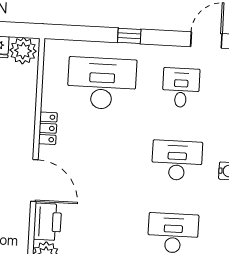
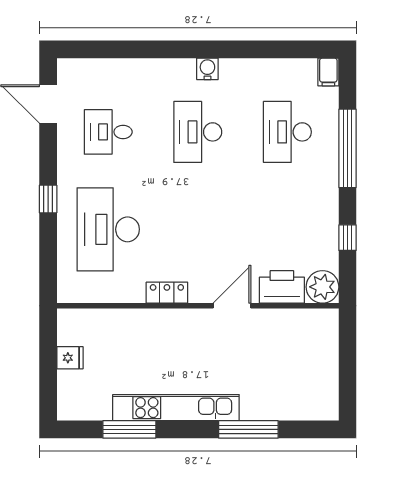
plant: (23, 51) -> (73, 328), removed
door: (34, 180) -> (232, 306), width x0.73

